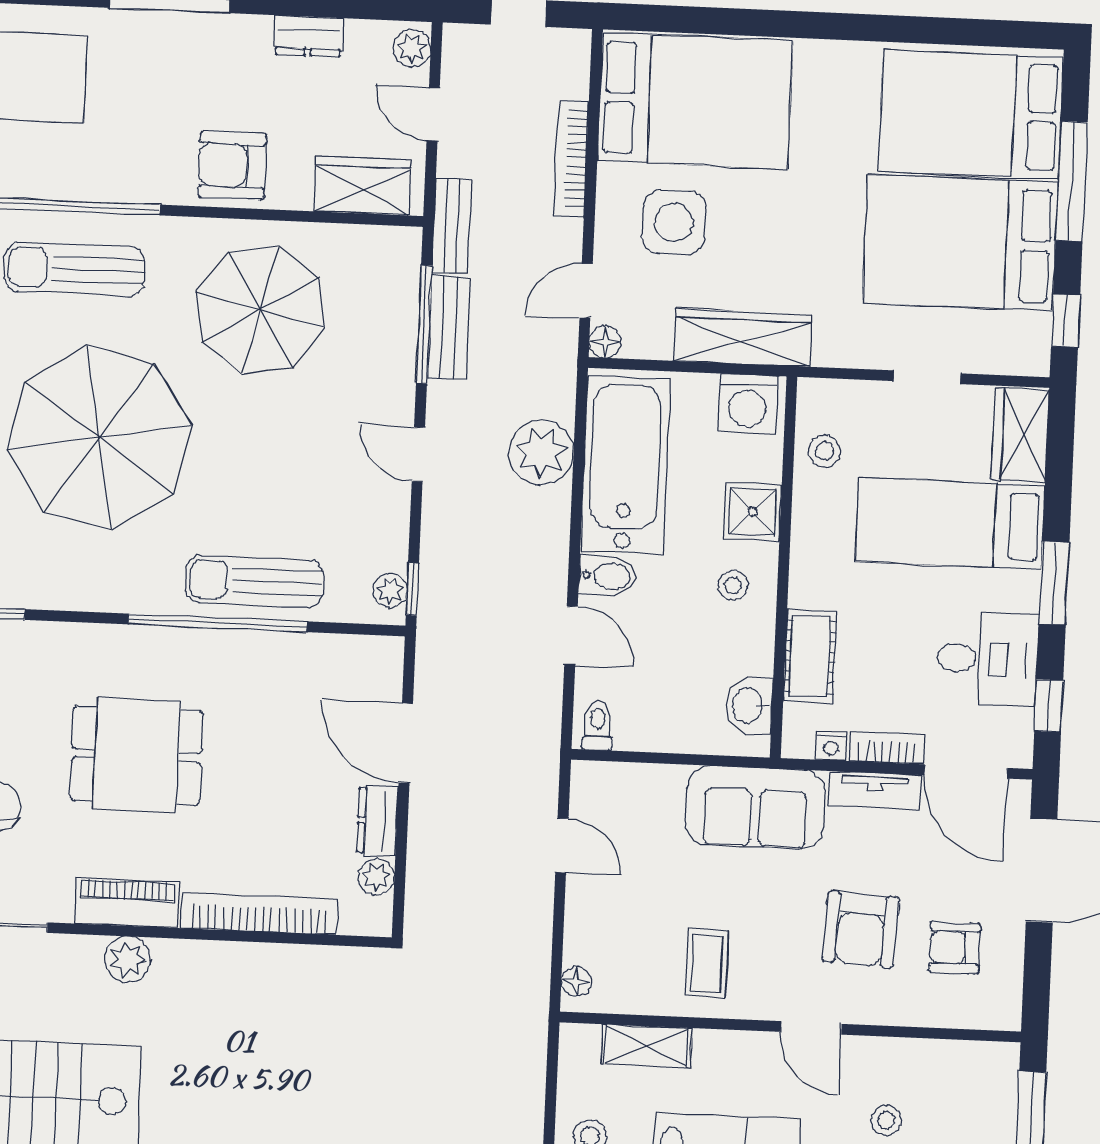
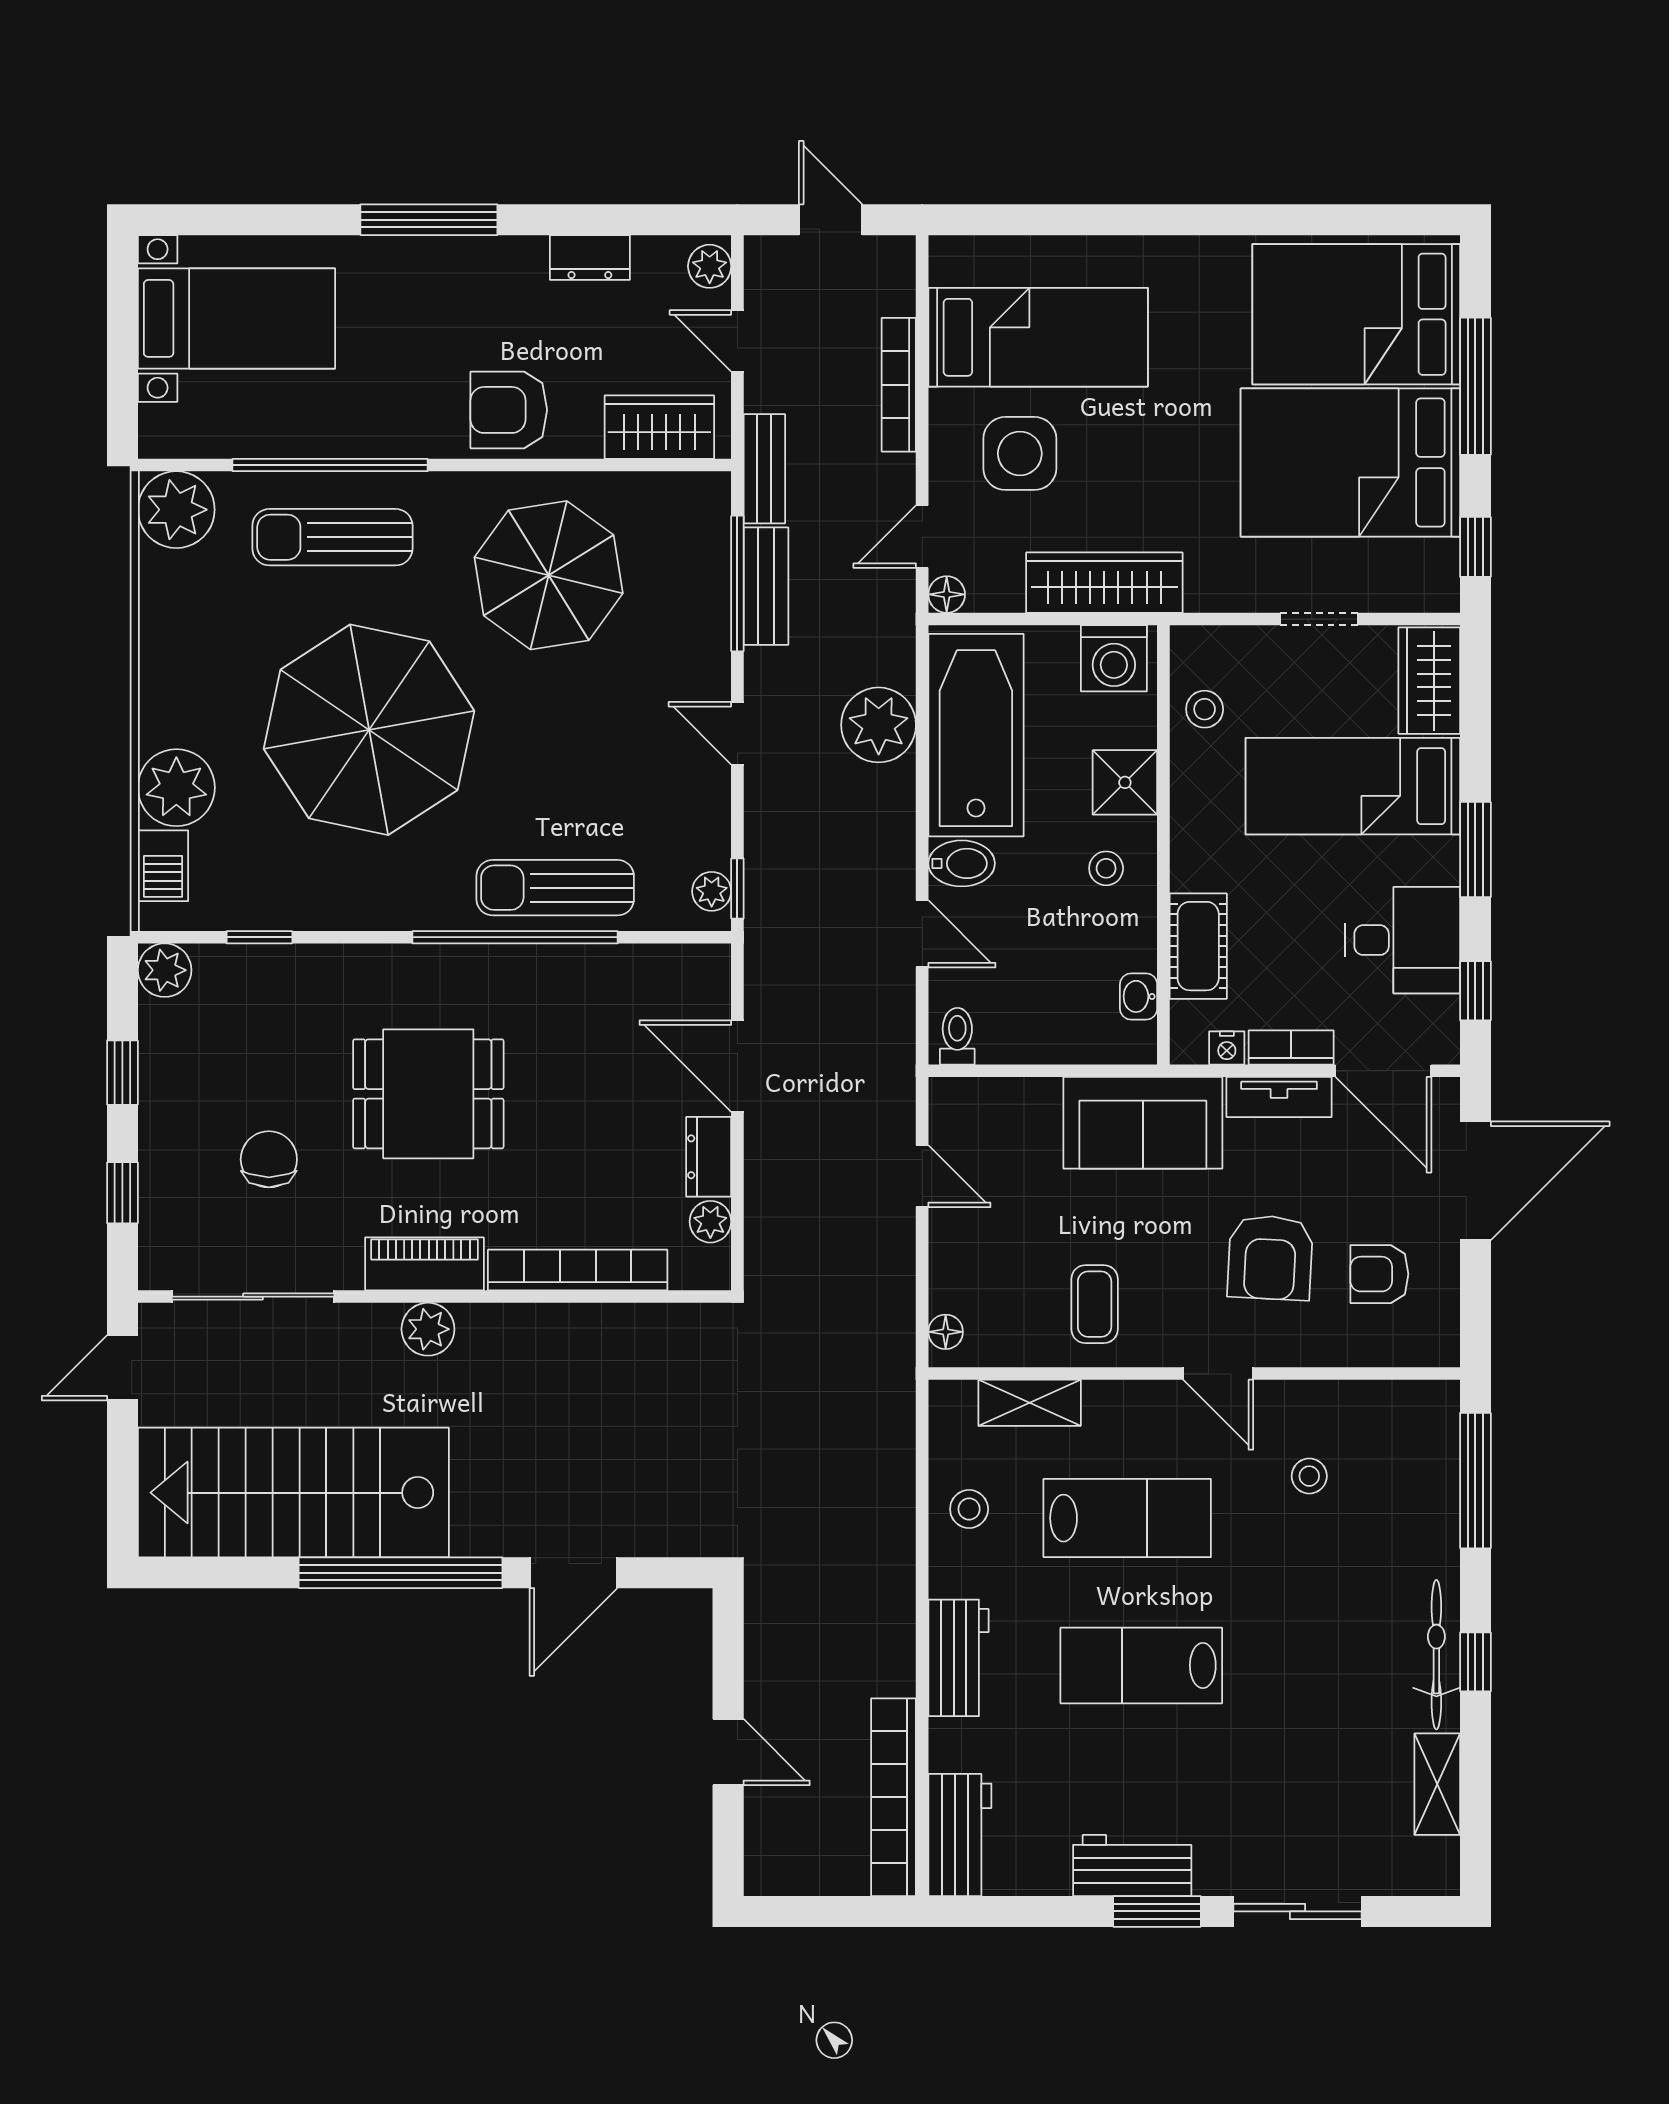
bed: (695, 101) -> (1038, 337), width x0.67
washbasin: (749, 705) -> (1139, 996), width x0.72, depth x0.69

